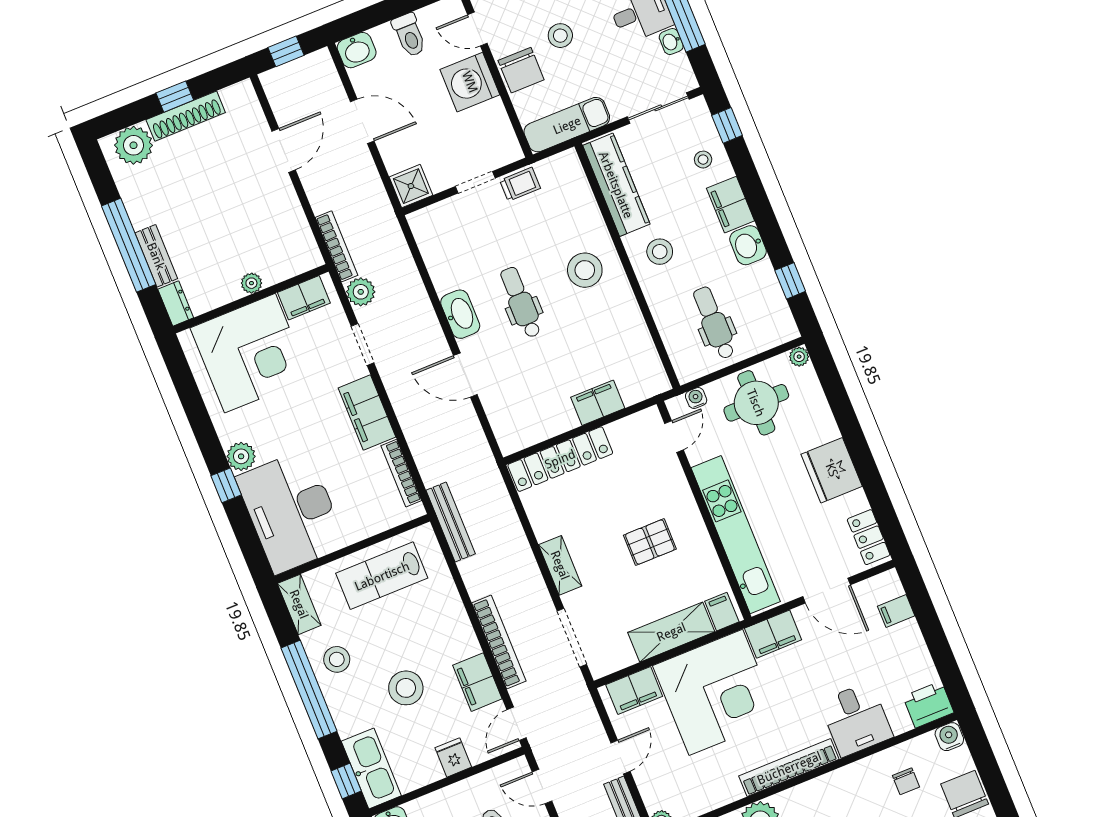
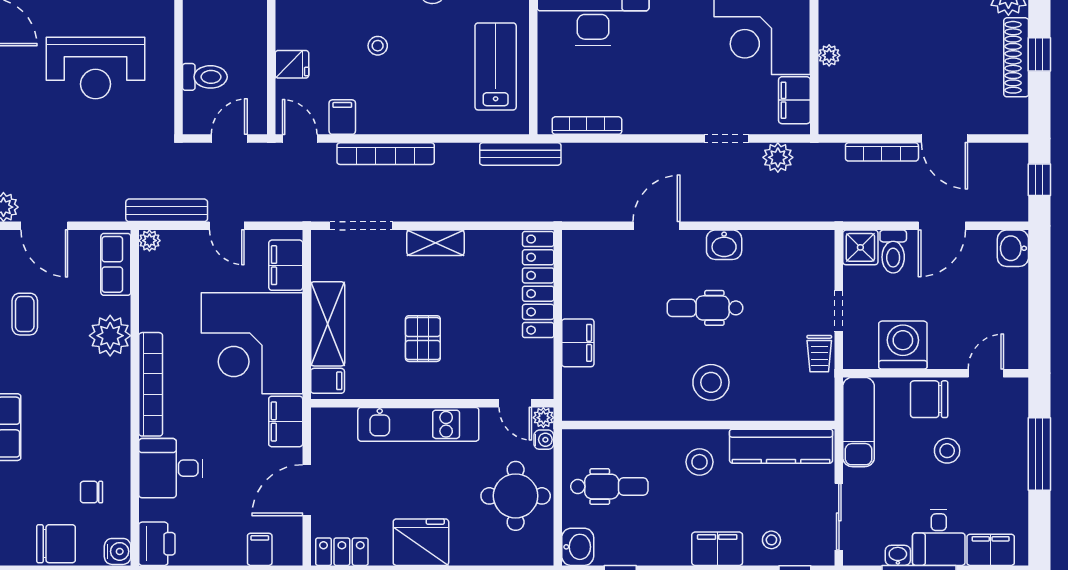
toilet: (409, 35) -> (893, 252), moved, turned -90
washing machine: (470, 82) -> (903, 345), moved
washbasin: (748, 245) -> (578, 547), moved, turned 90
bookcase: (336, 246) -> (882, 152), moved
dental chair: (521, 302) -> (705, 308), turned 180
washbasin: (460, 314) -> (724, 245), width x0.72
plant: (799, 357) -> (543, 418), moved
filing cabinet: (367, 412) -> (659, 116), removed
kitchen unit: (736, 535) -> (418, 424), width x0.73
filing cabinet: (477, 682) -> (342, 117), width x0.50
stool: (406, 688) -> (378, 46), width x0.53, depth x0.53

